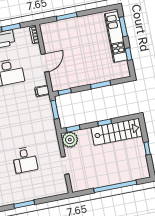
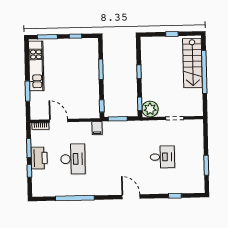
kitchen unit: (116, 37) -> (36, 66), moved, turned -90
door: (45, 63) -> (59, 121), moved
stairs: (117, 132) -> (193, 63), moved, turned 180

